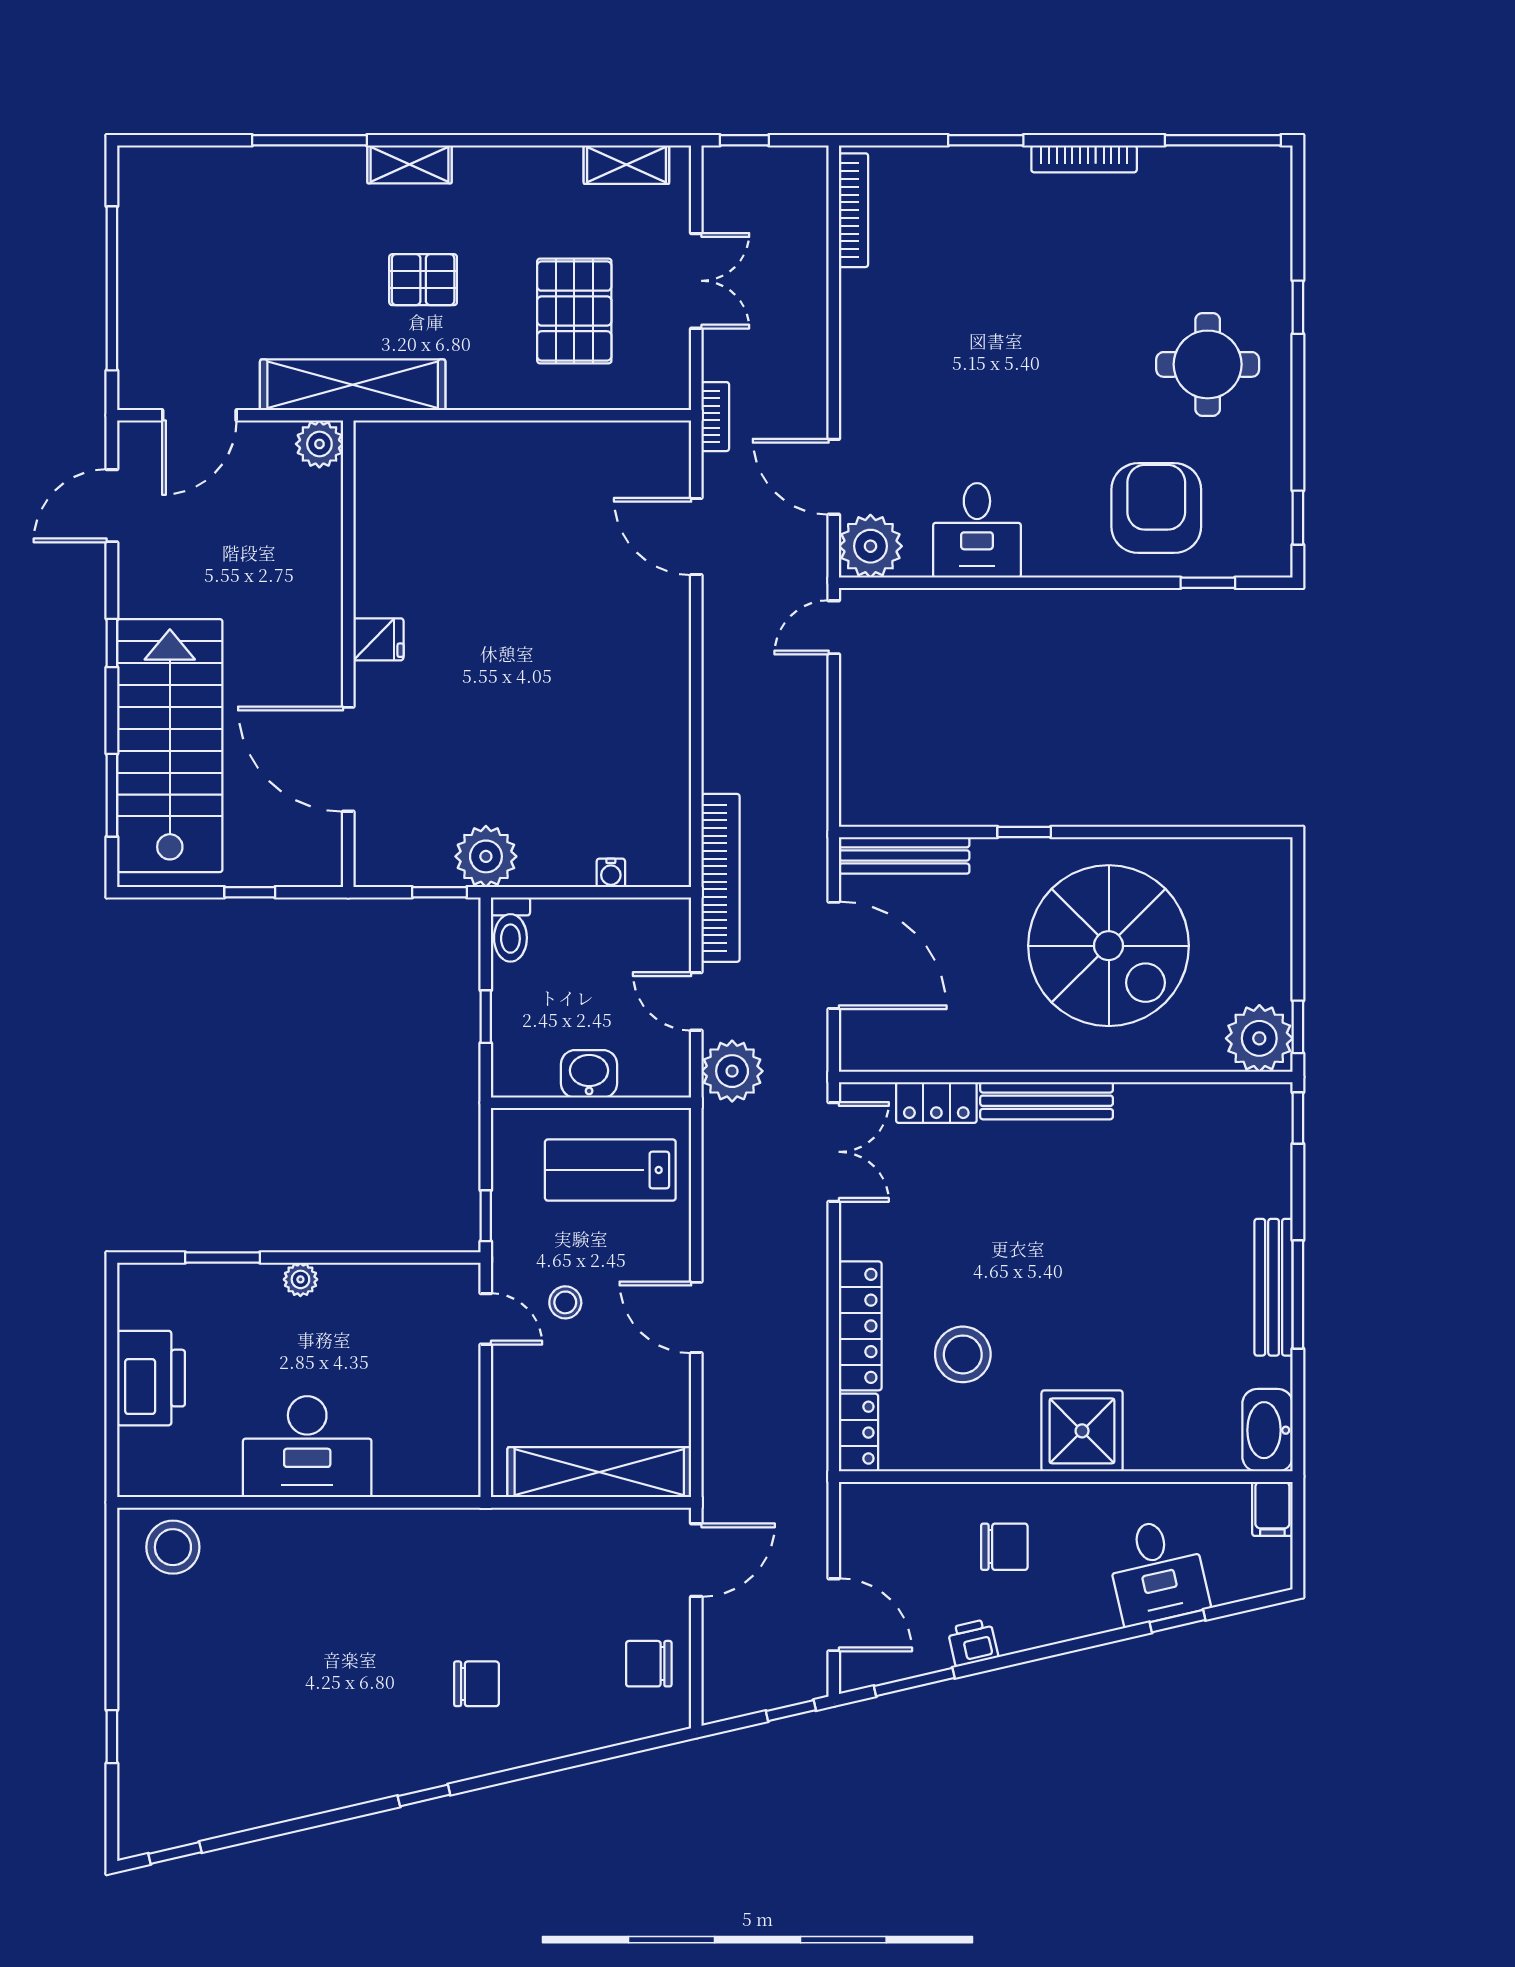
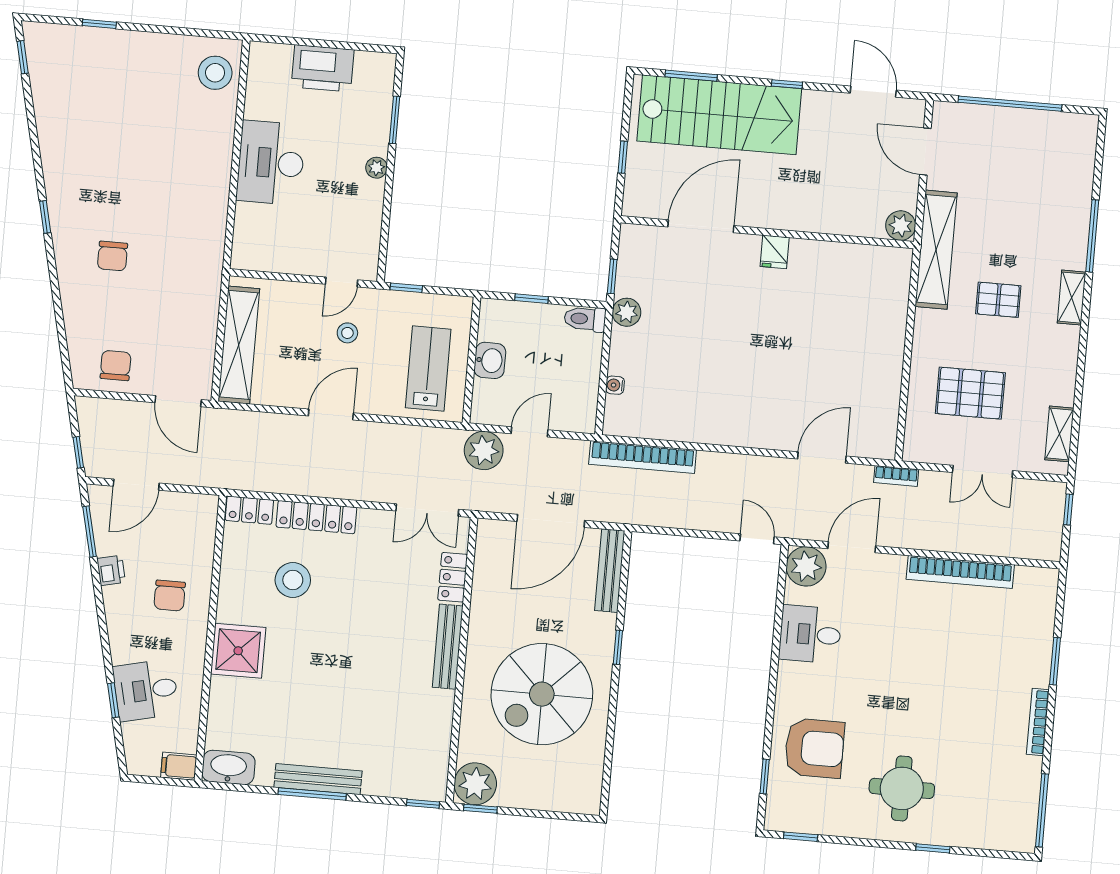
bookcase: (854, 210) -> (960, 572), moved, width x1.48, depth x1.31
pallet: (423, 280) -> (998, 300), turned 90
plant: (486, 856) -> (627, 312), width x0.73, depth x0.73
bookcase: (721, 878) -> (643, 457), moved

